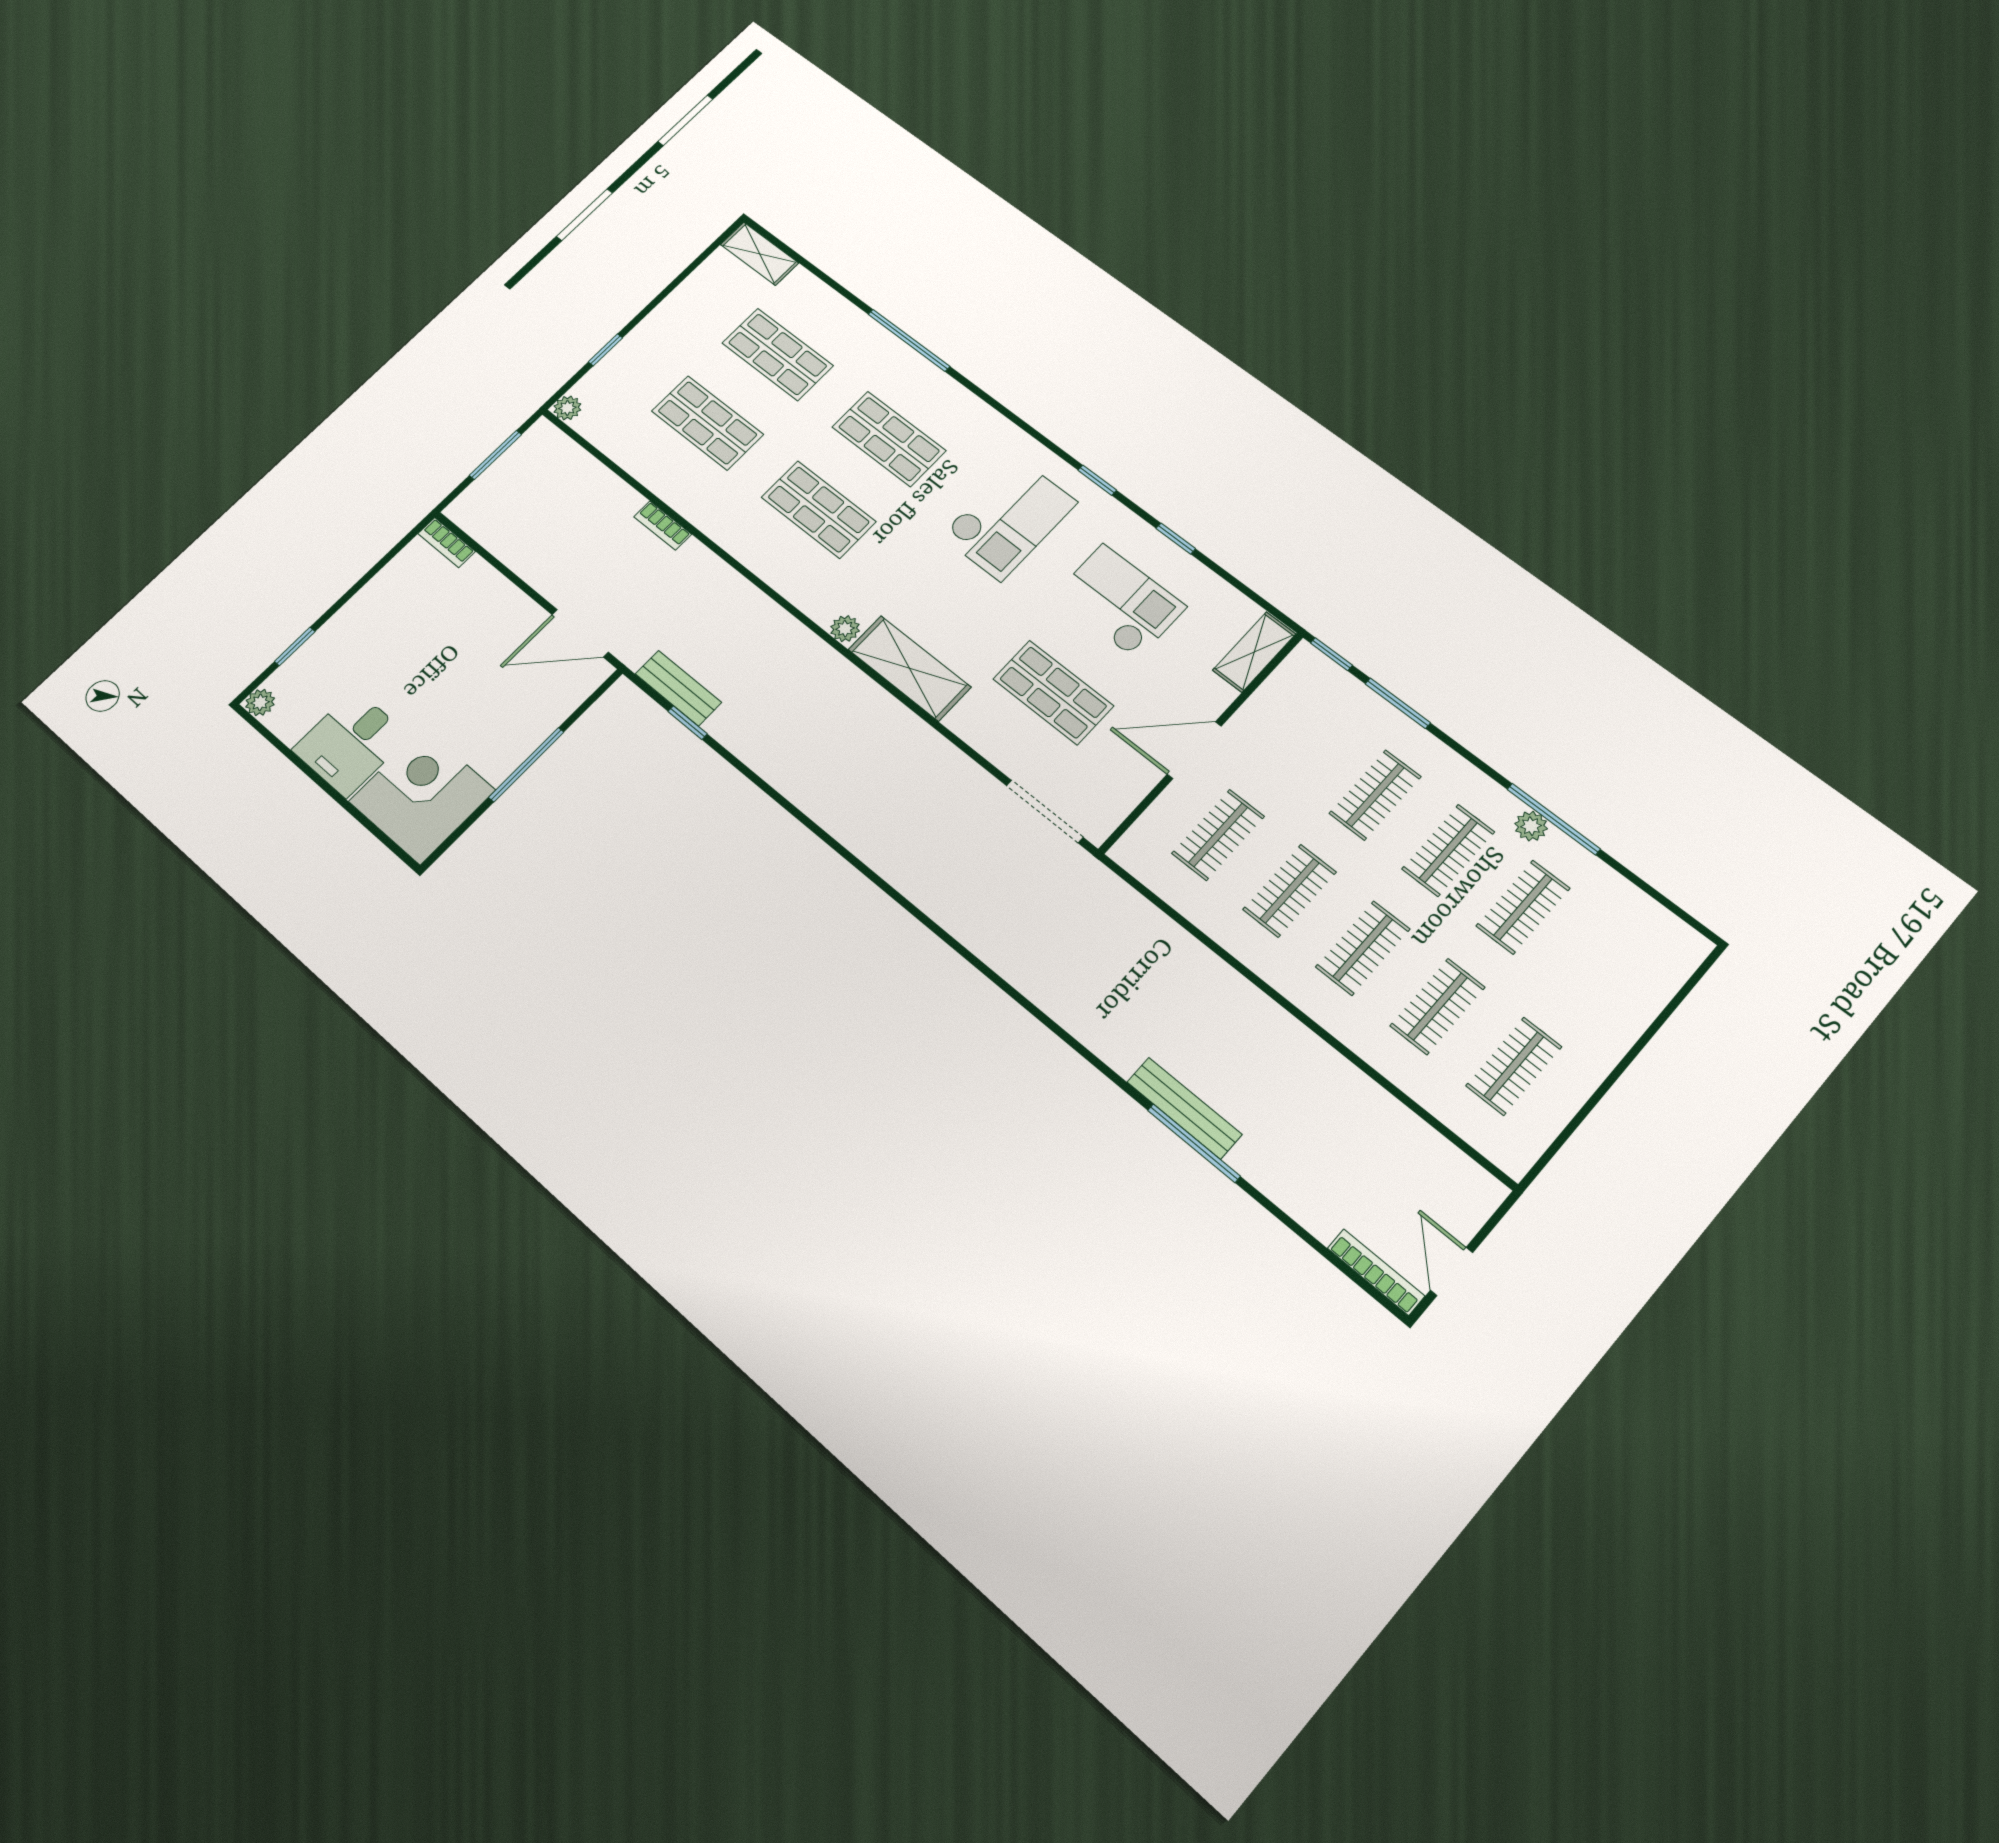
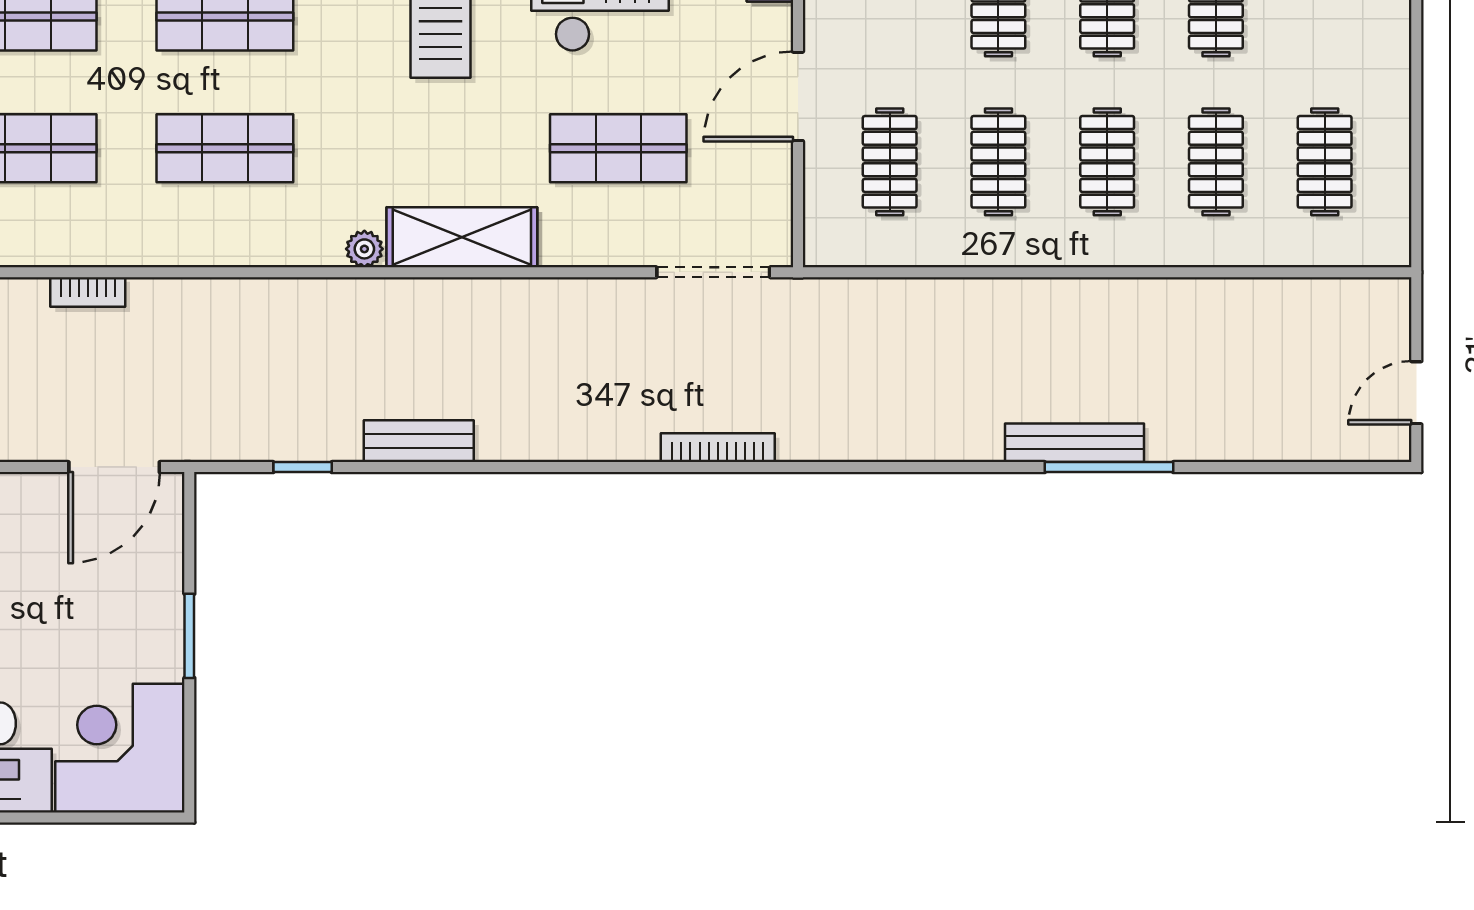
bench: (678, 688) -> (419, 441), moved
window: (526, 765) -> (189, 636), width x0.69
door: (1452, 1271) -> (1416, 393), hinge flipped
bookcase: (1376, 1272) -> (718, 448), moved

